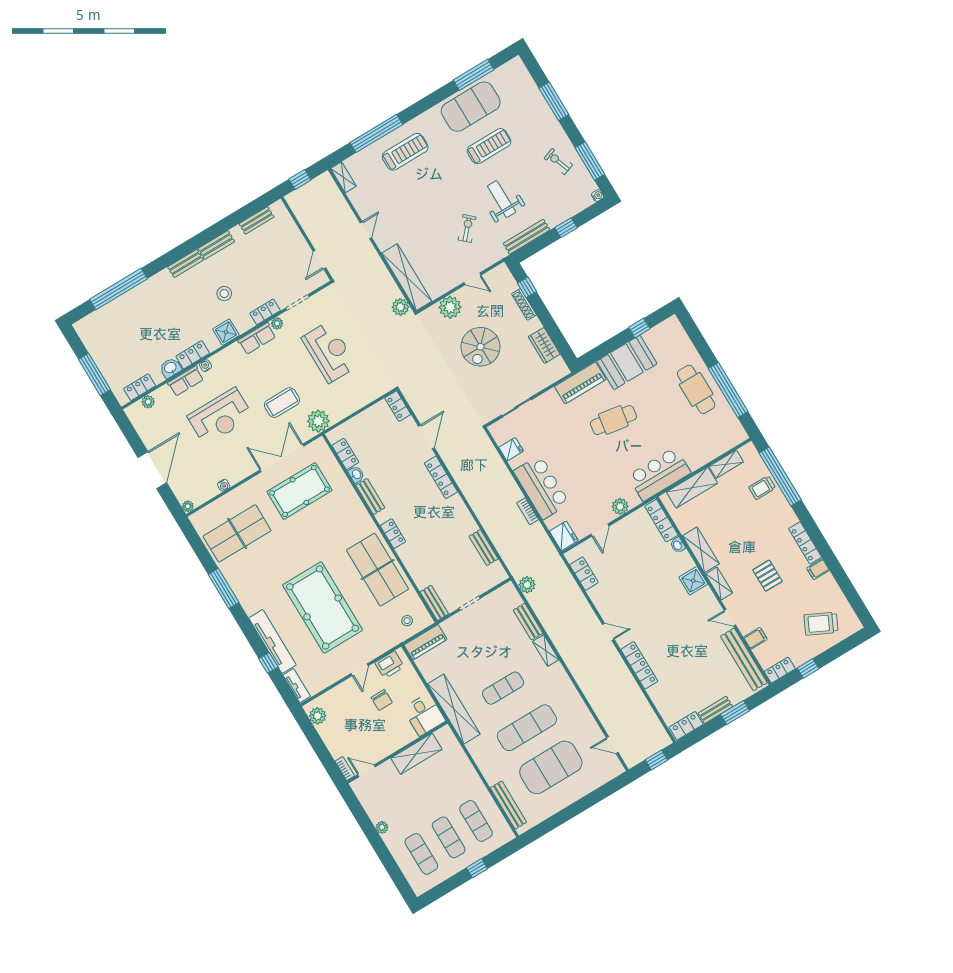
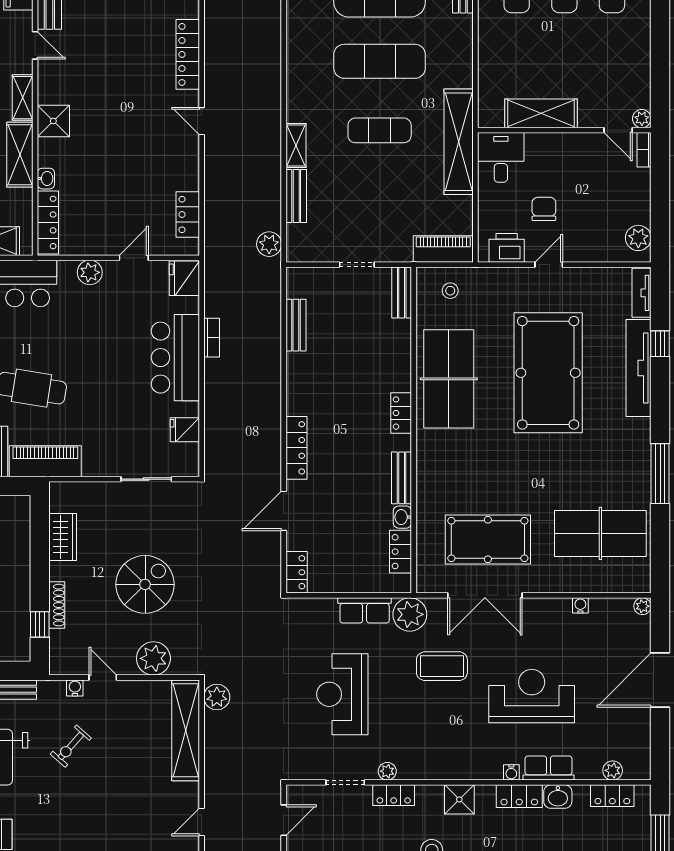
water cooler: (485, 263) -> (75, 688), added
row of seats: (257, 339) -> (365, 610), moved, turned 180
plant: (382, 827) -> (642, 119), moved

